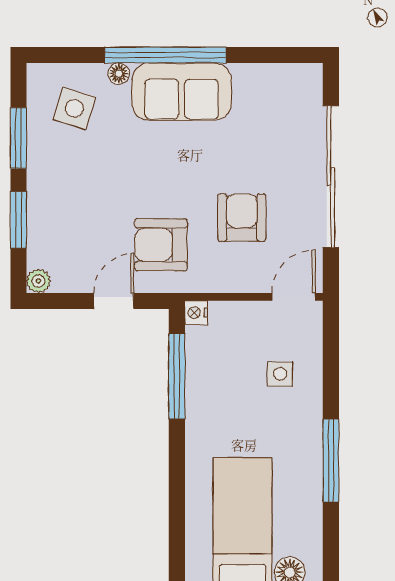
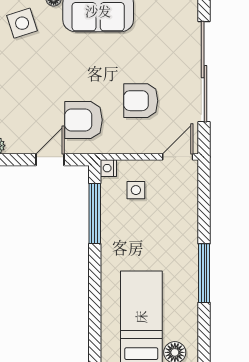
side table: (74, 108) -> (22, 23), turned -35
armchair: (242, 218) -> (141, 101), turned -90
side table: (280, 374) -> (136, 190), moved

